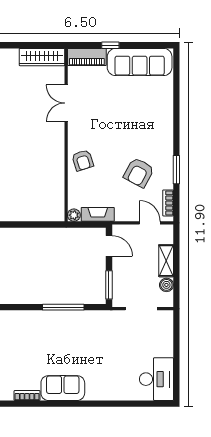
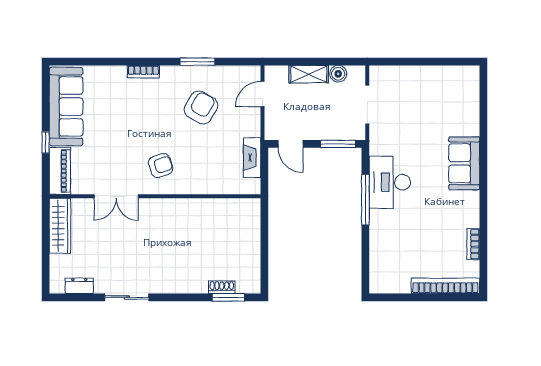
armchair: (83, 160) -> (161, 166), moved
armchair: (139, 173) -> (201, 107), turned -88
bookcase: (168, 203) -> (143, 72), moved
plant: (74, 215) -> (253, 187), removed
door: (109, 246) -> (291, 144), swing flipped
desk: (156, 379) -> (390, 182), moved, turned -90
sofa: (63, 388) -> (464, 163), moved

